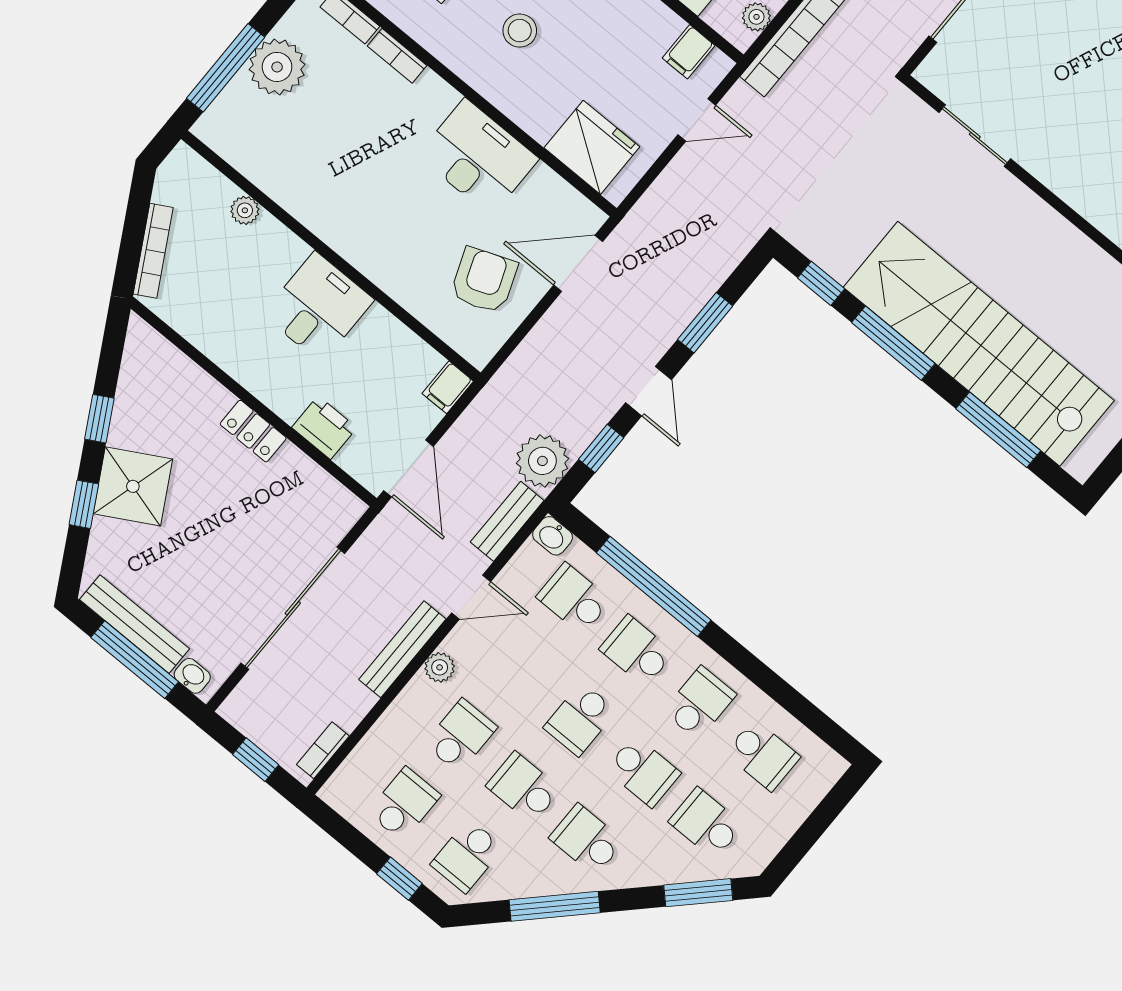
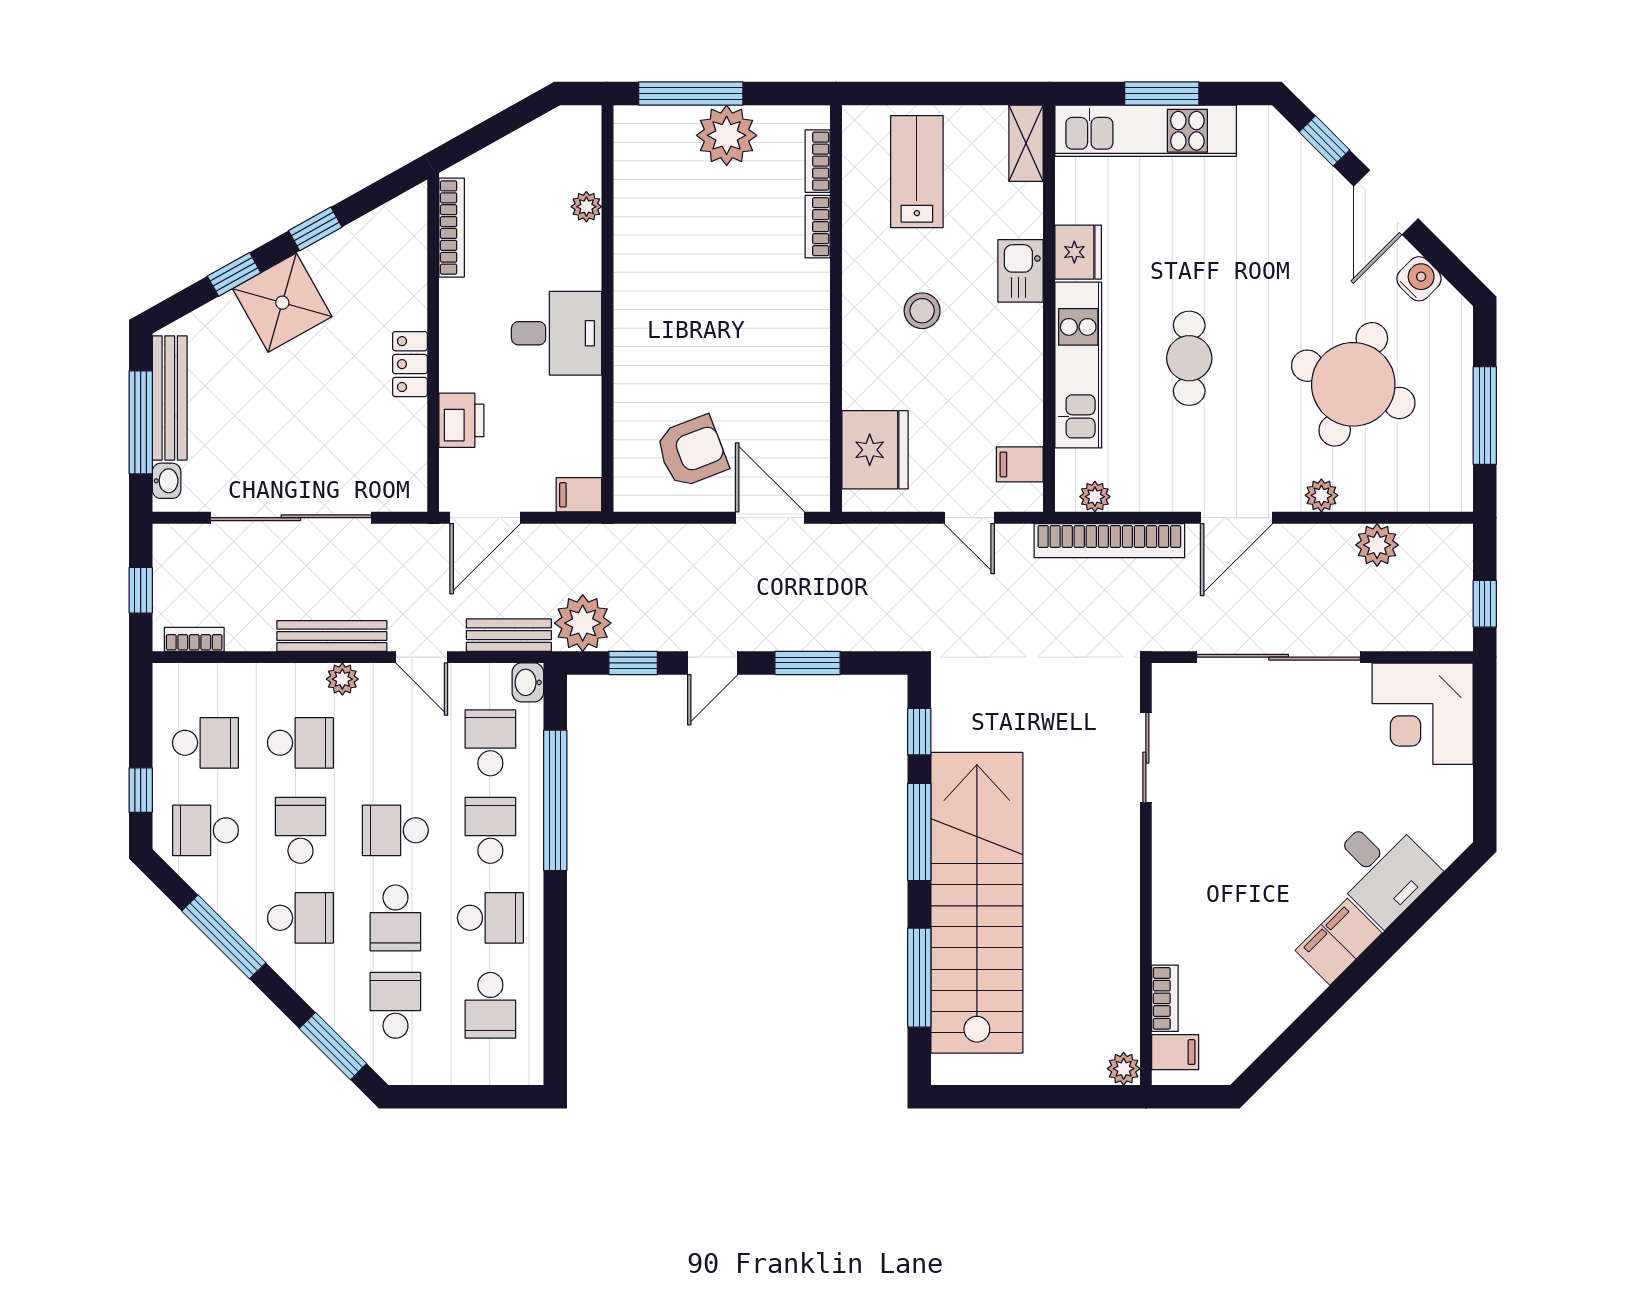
desk: (478, 157) -> (789, 363), removed
bookcase: (153, 251) -> (452, 228), moved, turned -61
school desk: (587, 840) -> (300, 918), turned 90

